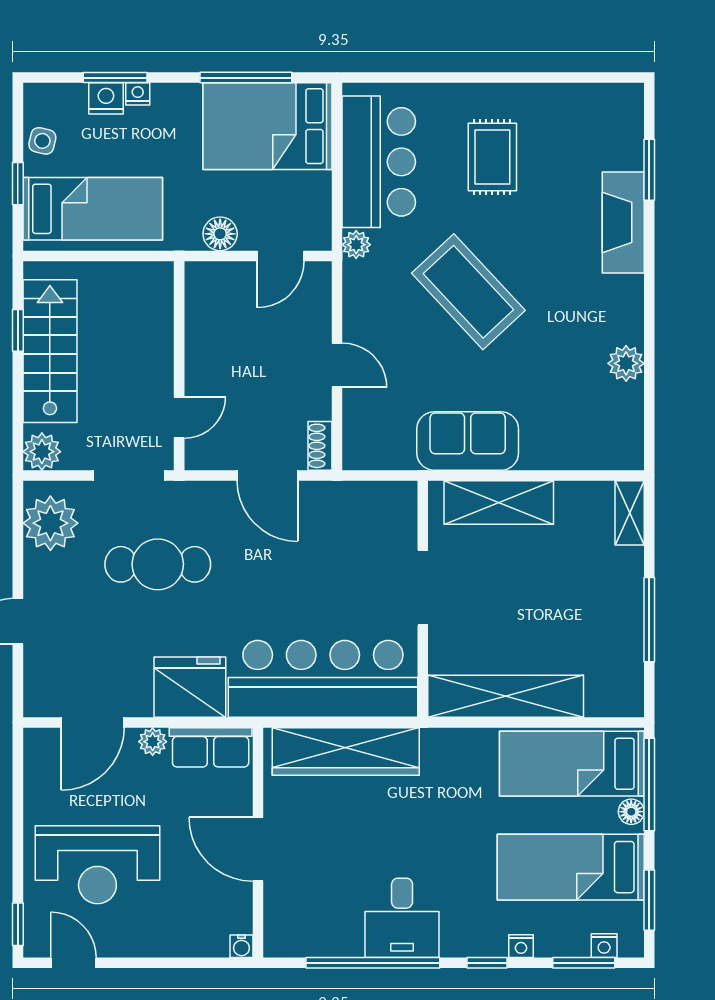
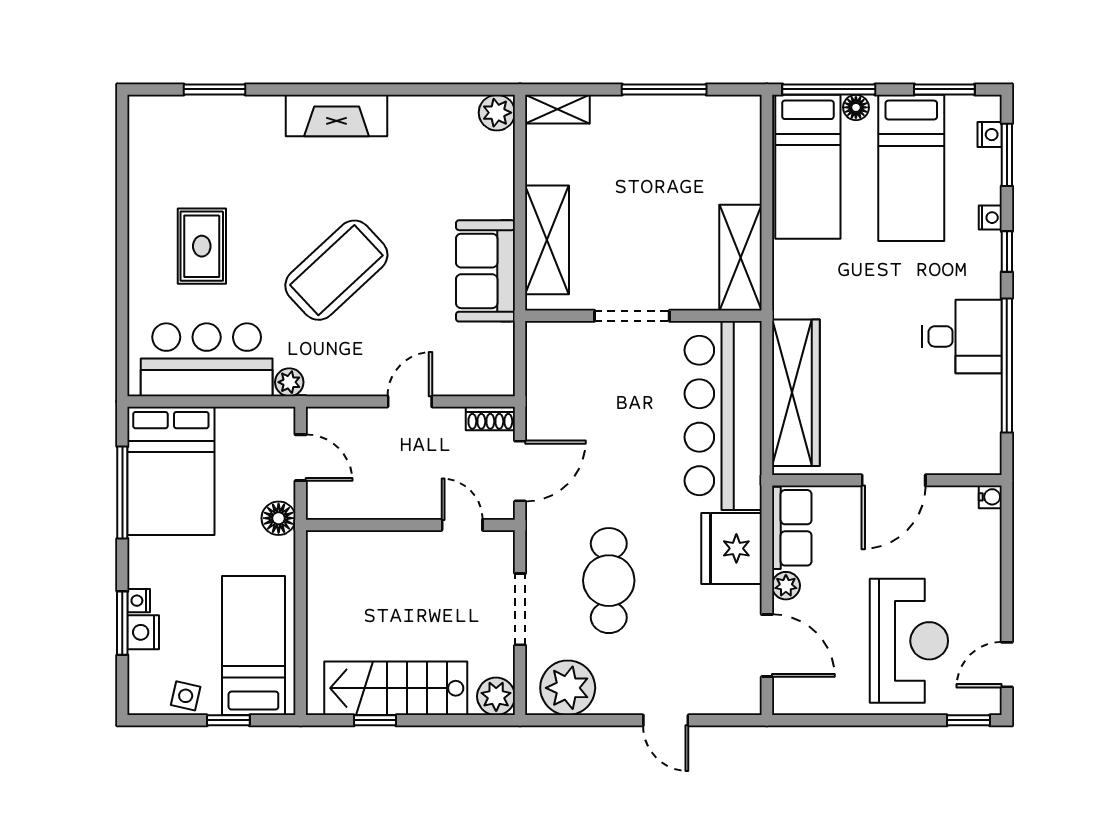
rug: (492, 157) -> (202, 246), turned 90
fireplace: (623, 222) -> (337, 115), moved
plant: (626, 363) -> (497, 113), moved
wall: (179, 366) -> (410, 525), moved
door: (179, 418) -> (462, 525), moved
shelving: (506, 696) -> (741, 258), width x0.68

